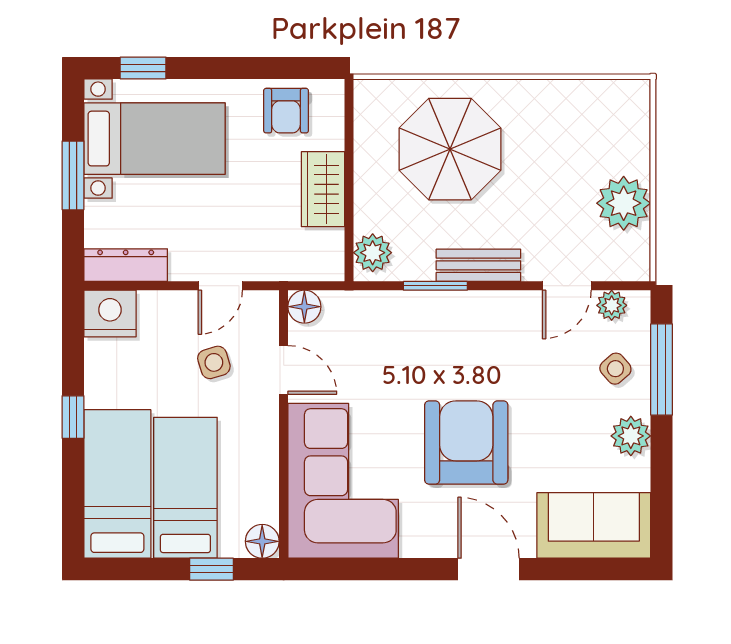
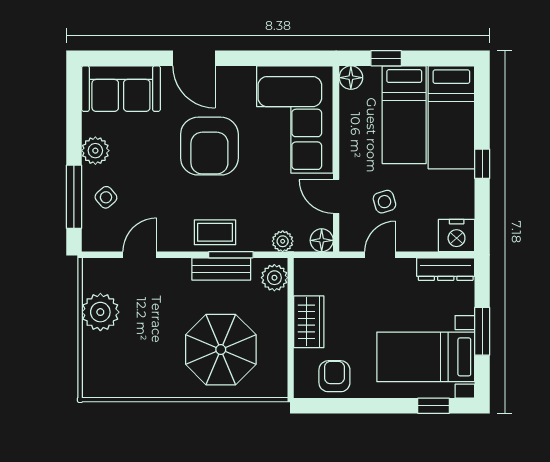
bench: (478, 265) -> (221, 269), moved
plant: (612, 305) -> (283, 241), moved
coffee table: (458, 318) -> (215, 232), added

